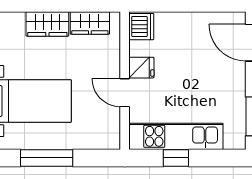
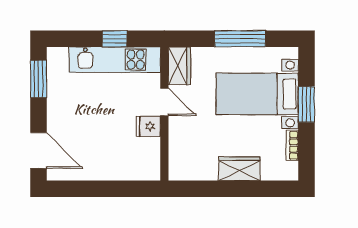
wardrobe: (90, 23) -> (179, 66), moved, turned 90
dishwasher: (141, 27) -> (148, 166), removed

